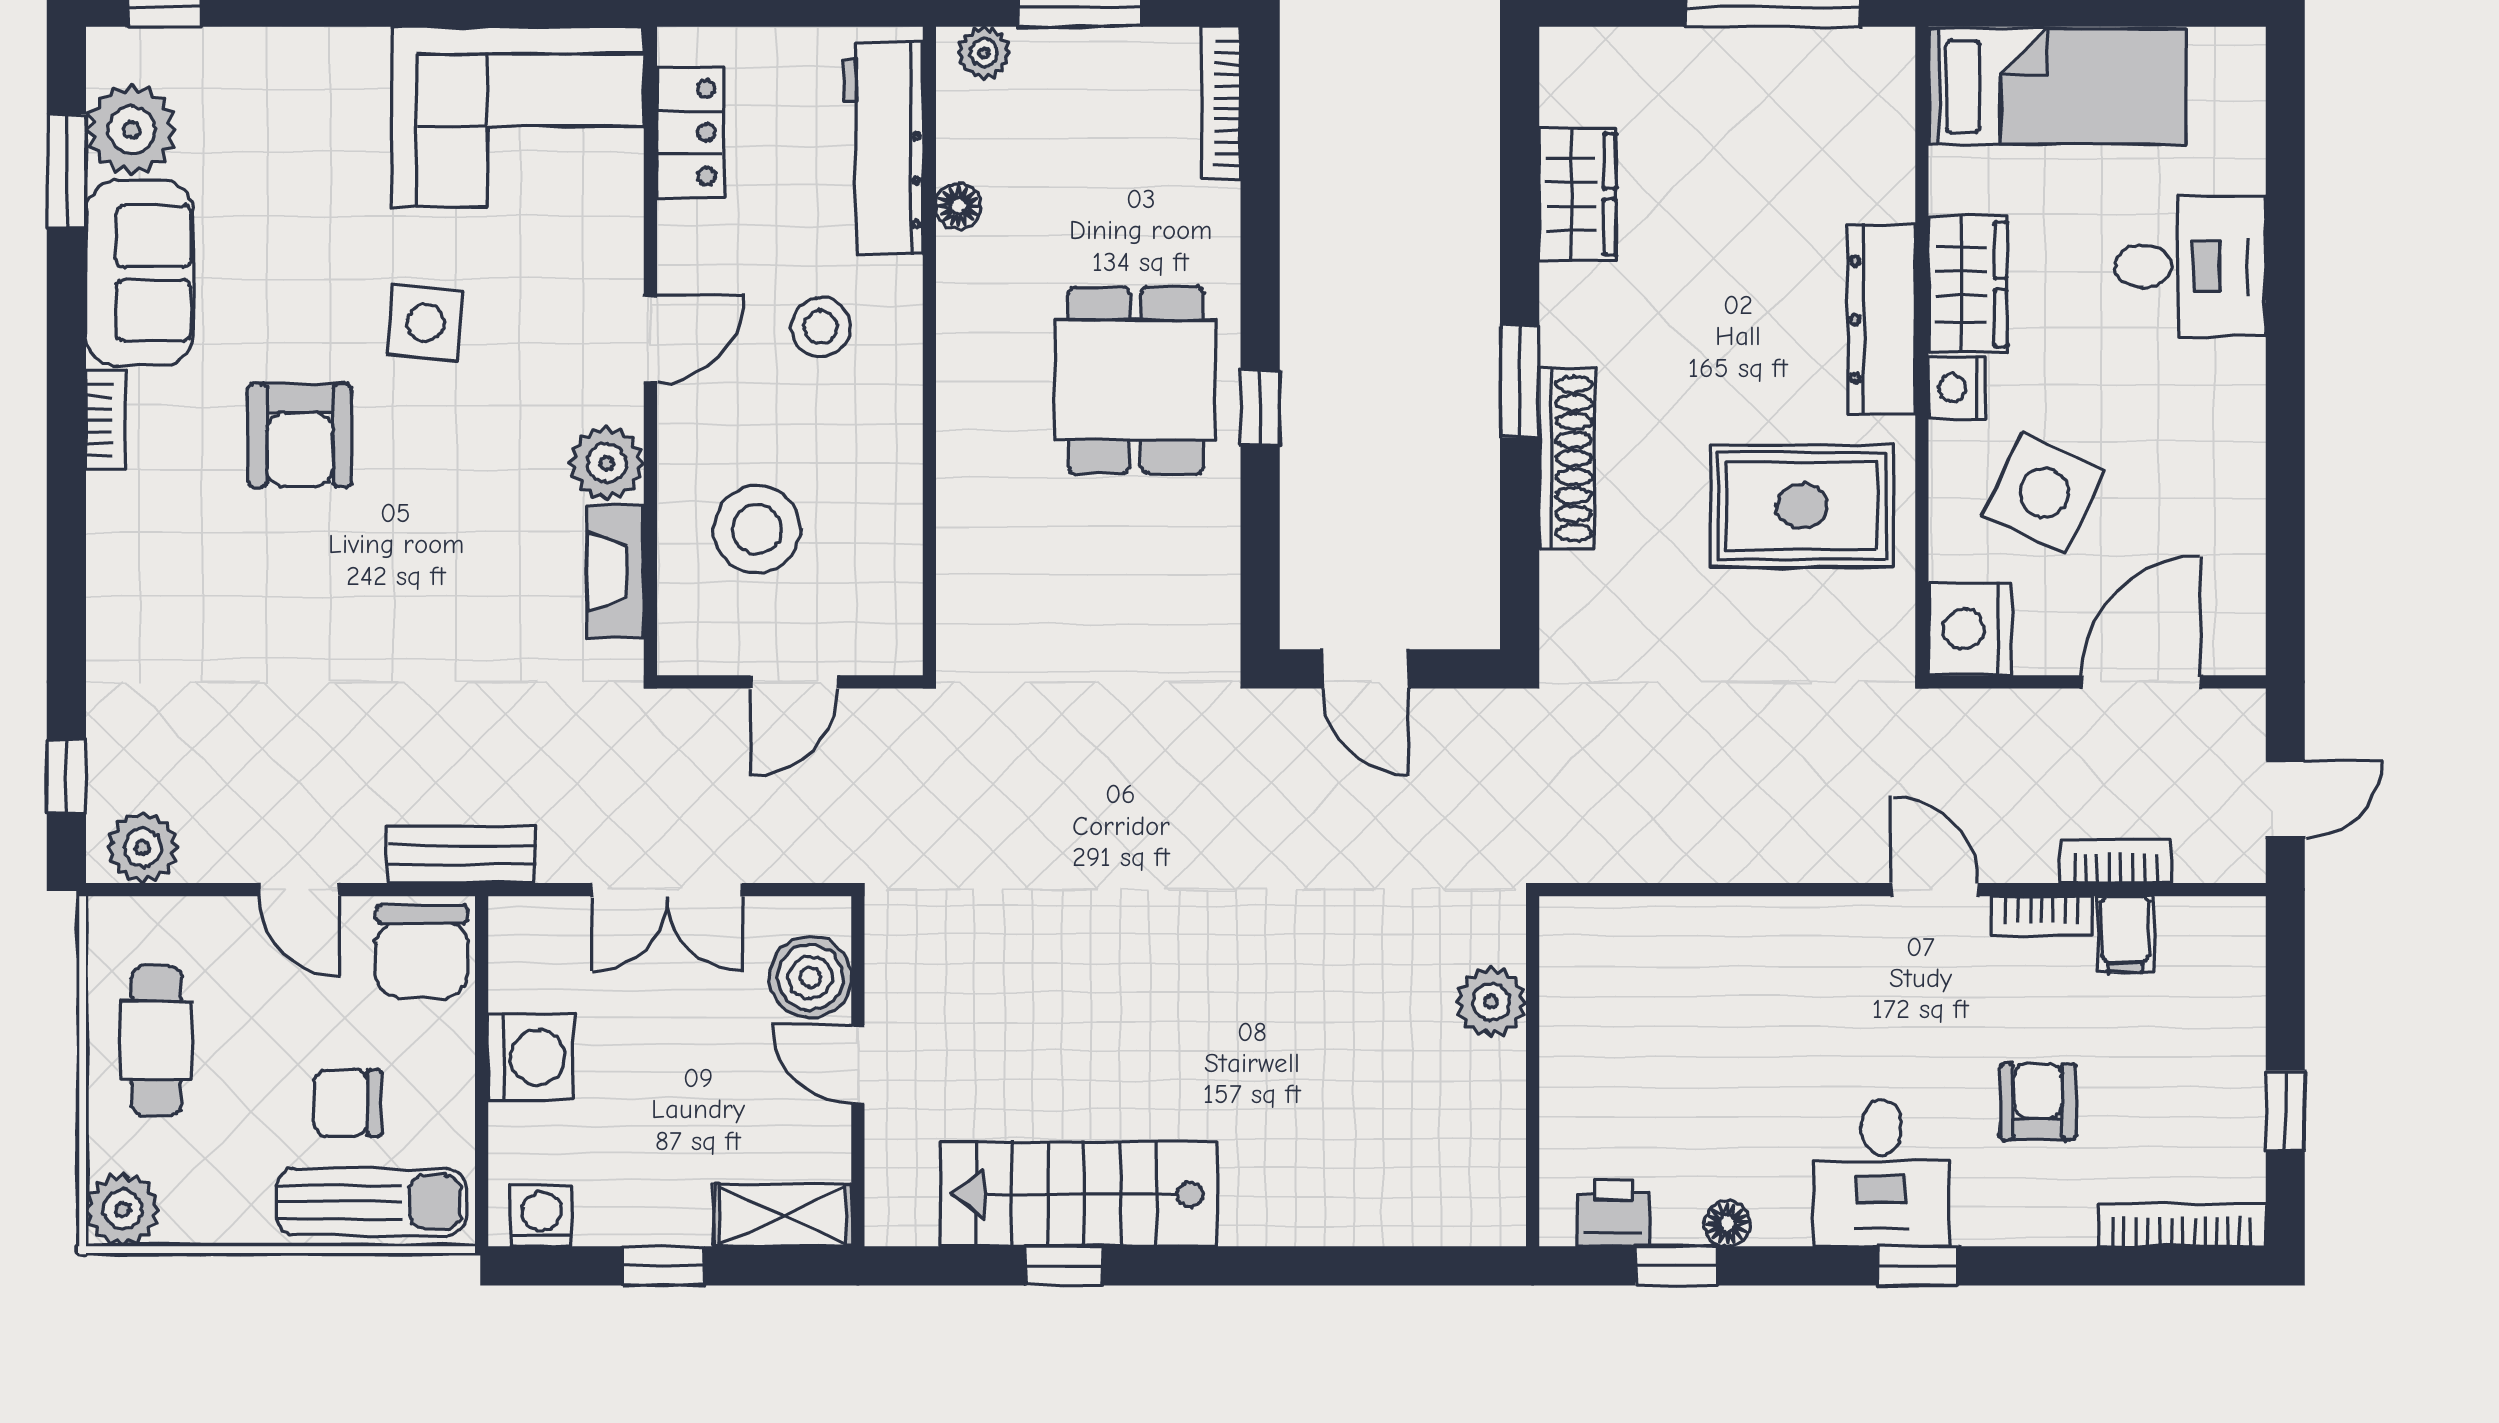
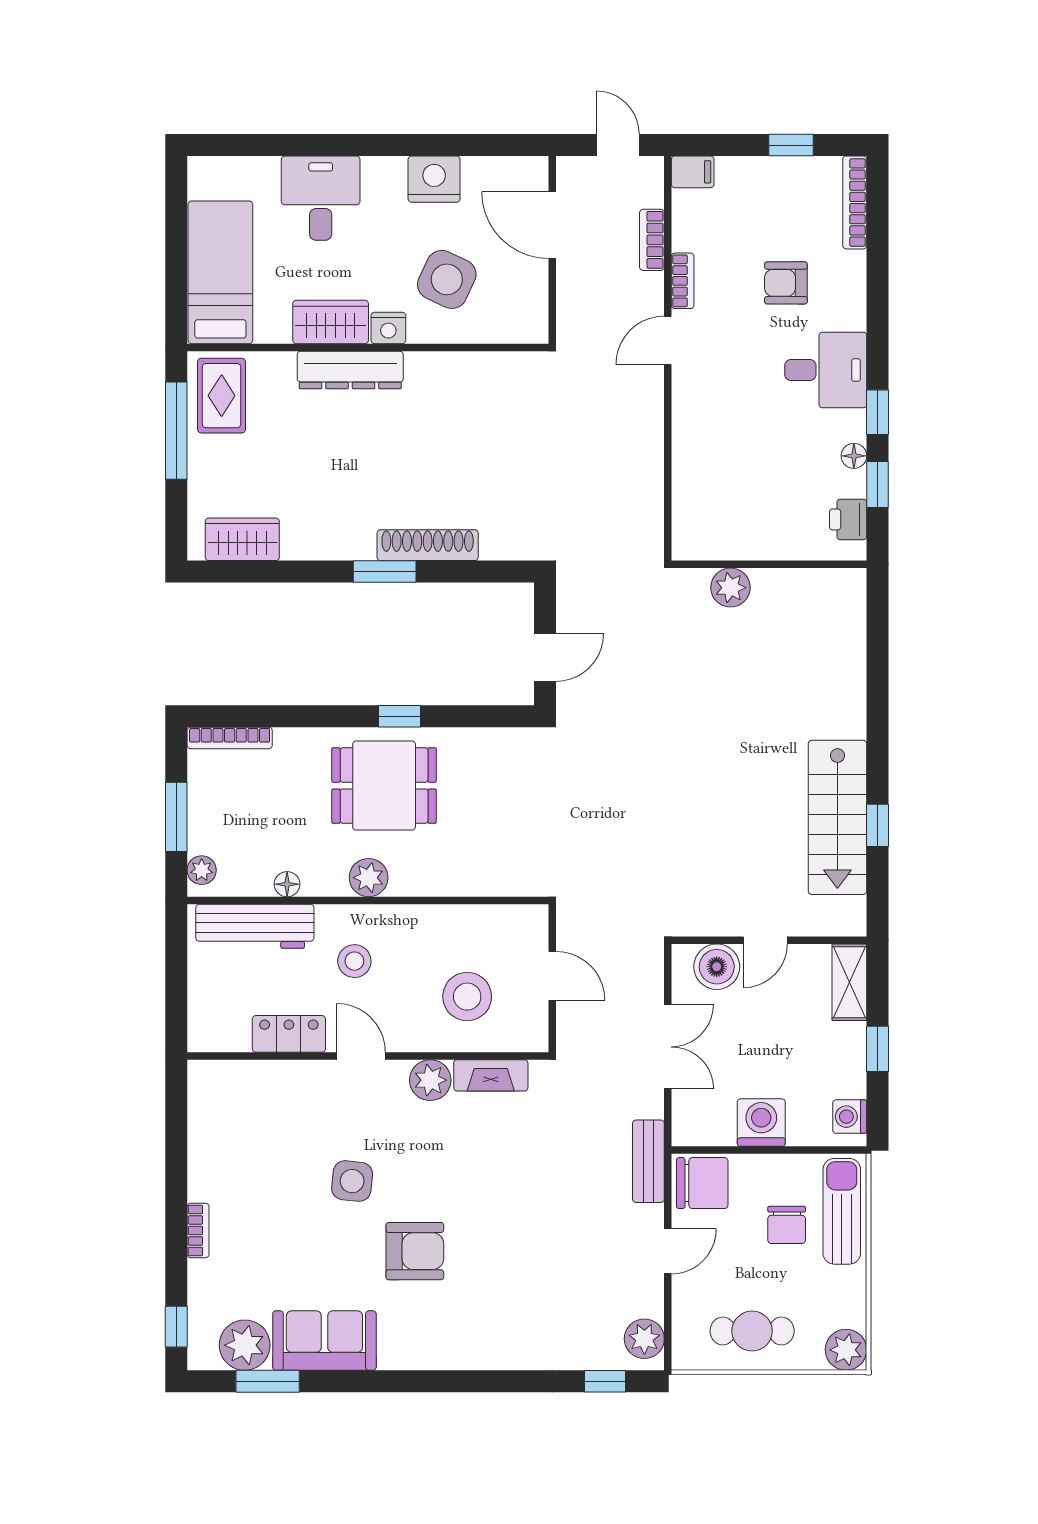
corner sofa: (518, 117) -> (237, 1130), removed
locker: (690, 132) -> (289, 1034), moved
wardrobe: (1578, 194) -> (242, 539), moved
plant: (970, 352) -> (369, 878), added
bookcase: (105, 420) -> (198, 1230), moved, turned 90
rug: (1802, 506) -> (222, 396), moved, width x0.73, depth x0.70
nightstand: (1970, 629) -> (434, 179), moved, turned 180
filing cabinet: (2125, 934) -> (693, 172), moved
window: (1918, 1266) -> (877, 412), moved

